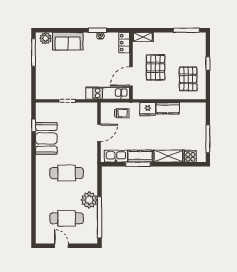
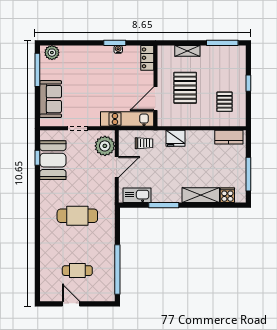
shelving: (143, 37) -> (187, 51), moved
sofa: (68, 41) -> (51, 99), moved, turned -90
pallet: (188, 79) -> (225, 102), width x0.67, depth x0.71
kitchen counter: (168, 108) -> (229, 137), moved
booth: (46, 138) -> (53, 160), moved
kitchen counter: (140, 156) -> (167, 195), removed
plant: (89, 200) -> (105, 146), moved
cafe table: (67, 218) -> (77, 271), width x0.73, depth x0.74

